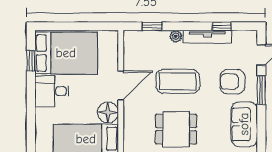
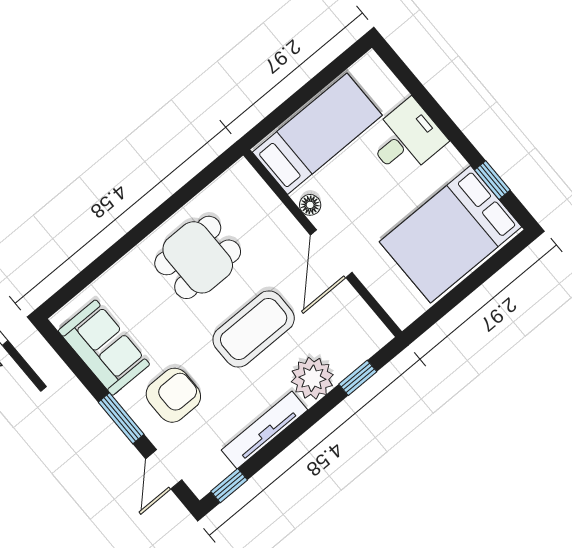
window: (222, 26) -> (229, 486), moved
plant: (176, 36) -> (312, 378), width x1.88, depth x1.88
desk: (52, 91) -> (406, 139), moved
floor lamp: (108, 112) -> (310, 205), width x0.53, depth x0.53

